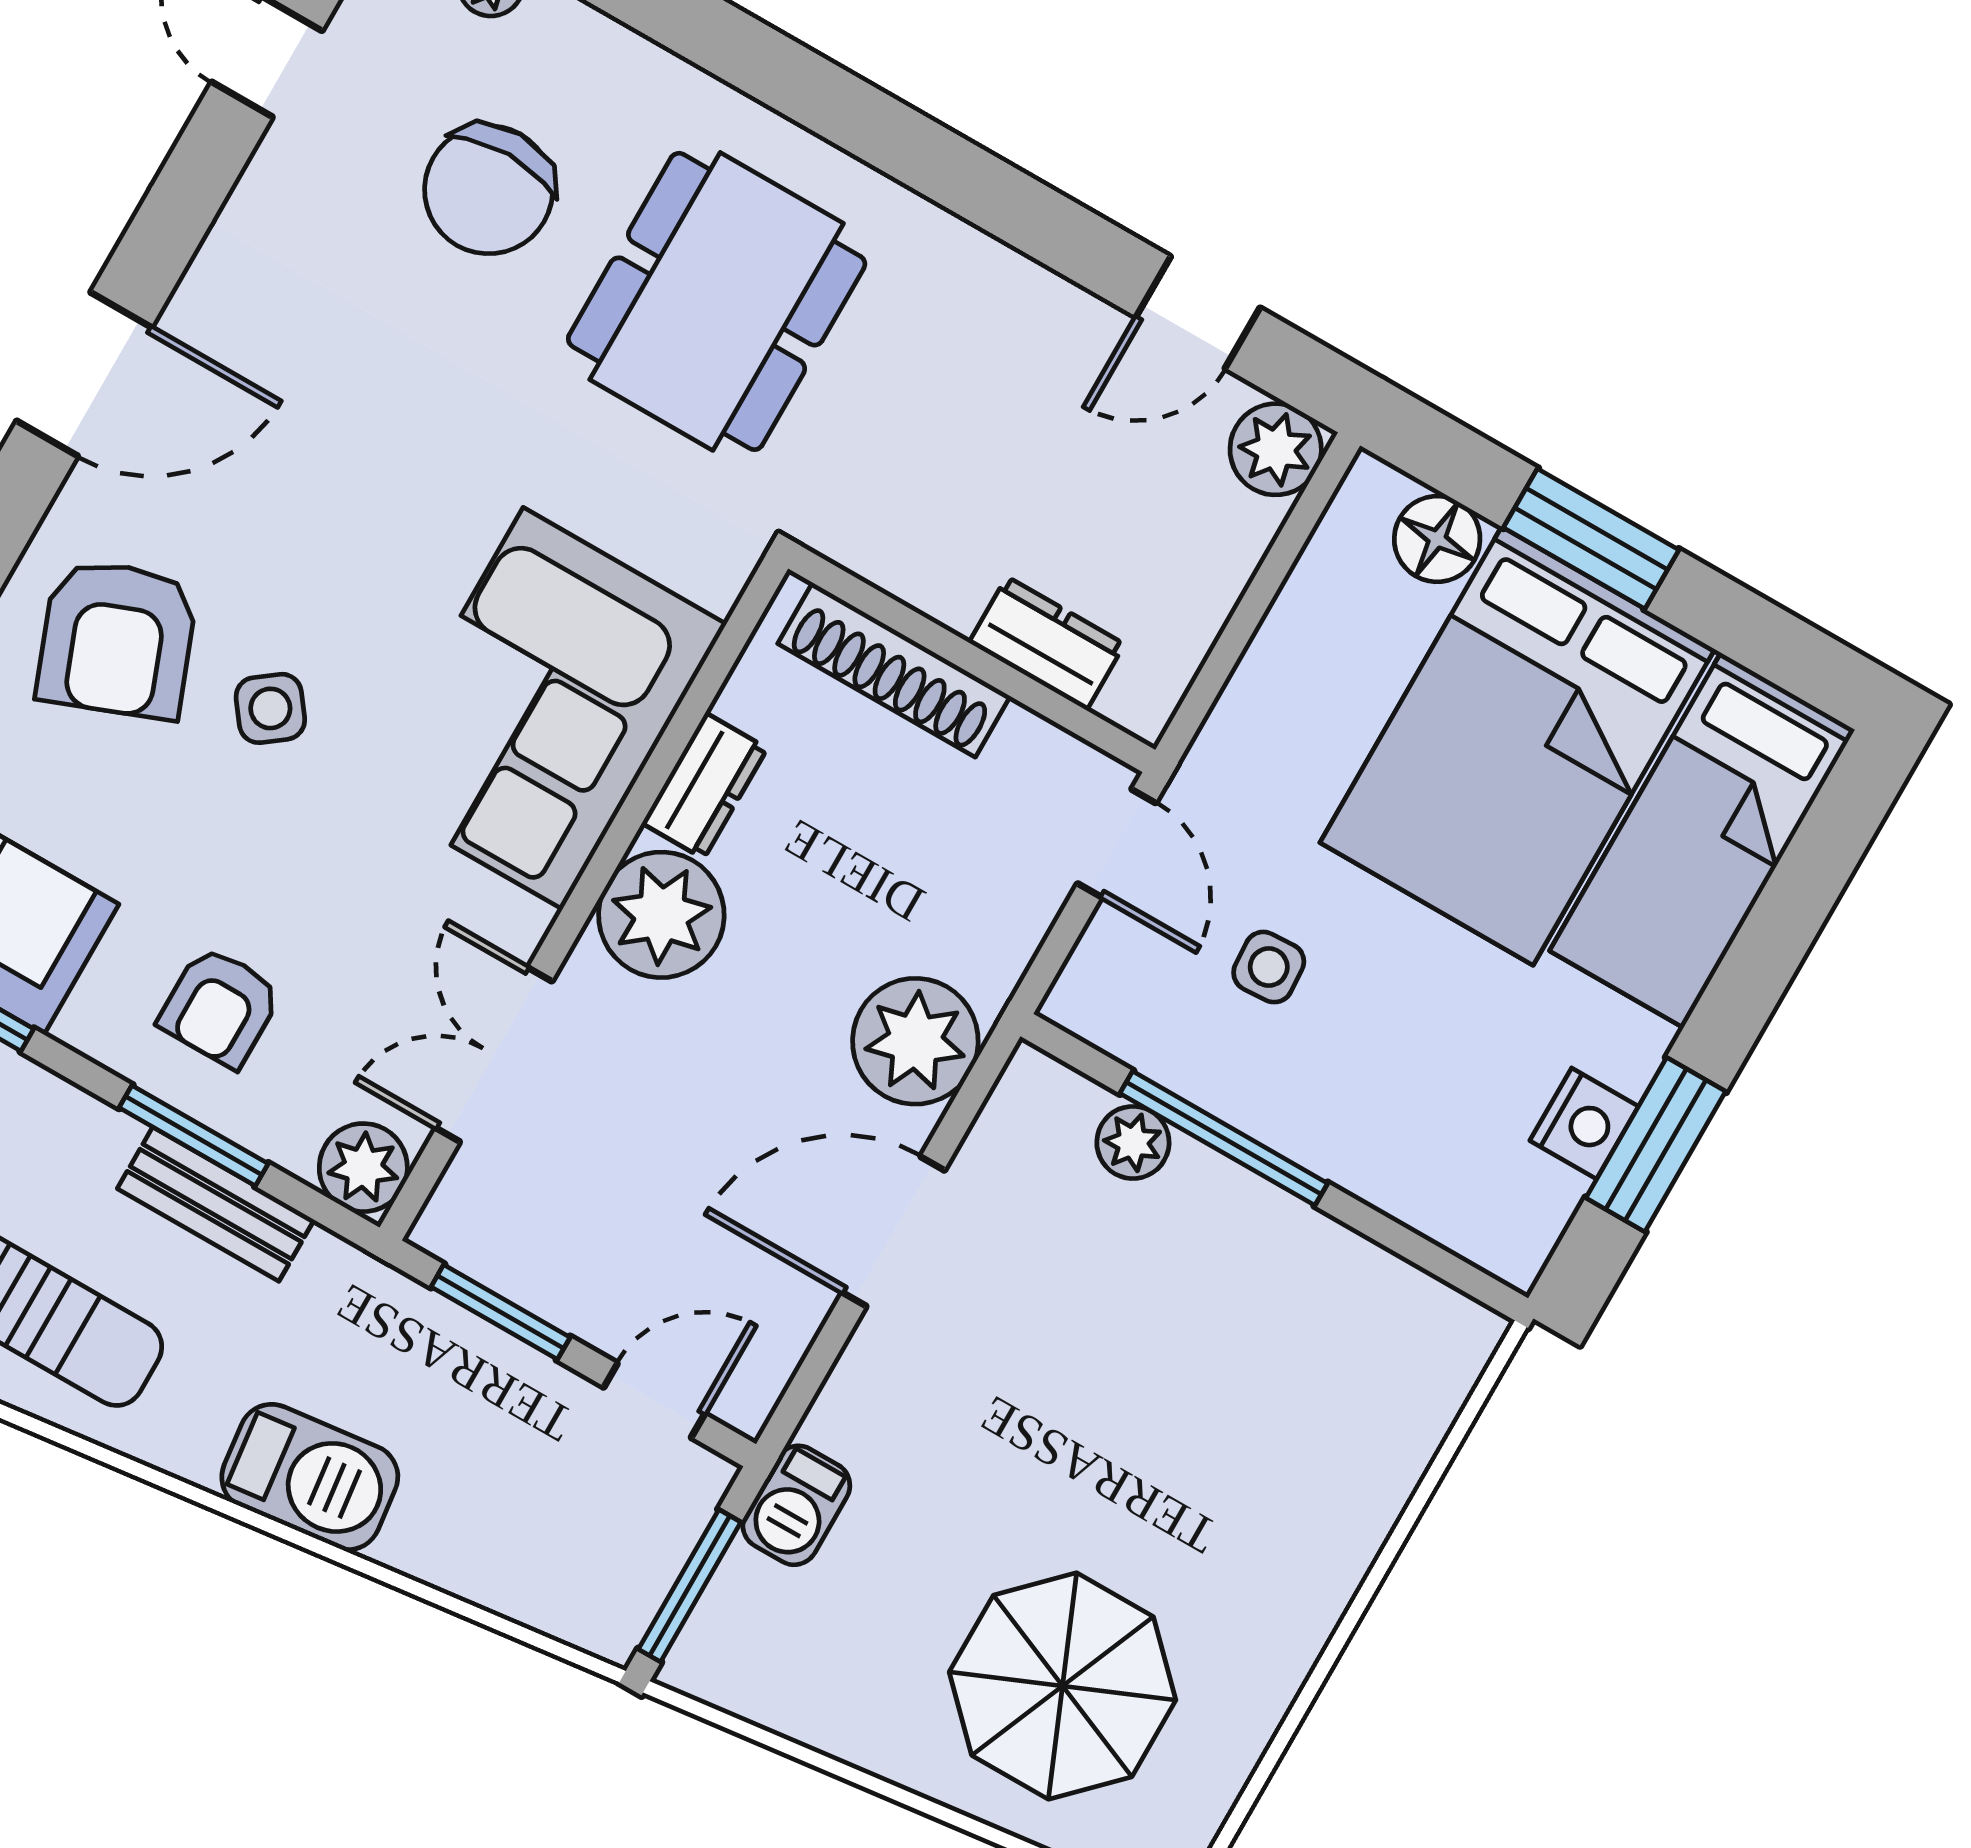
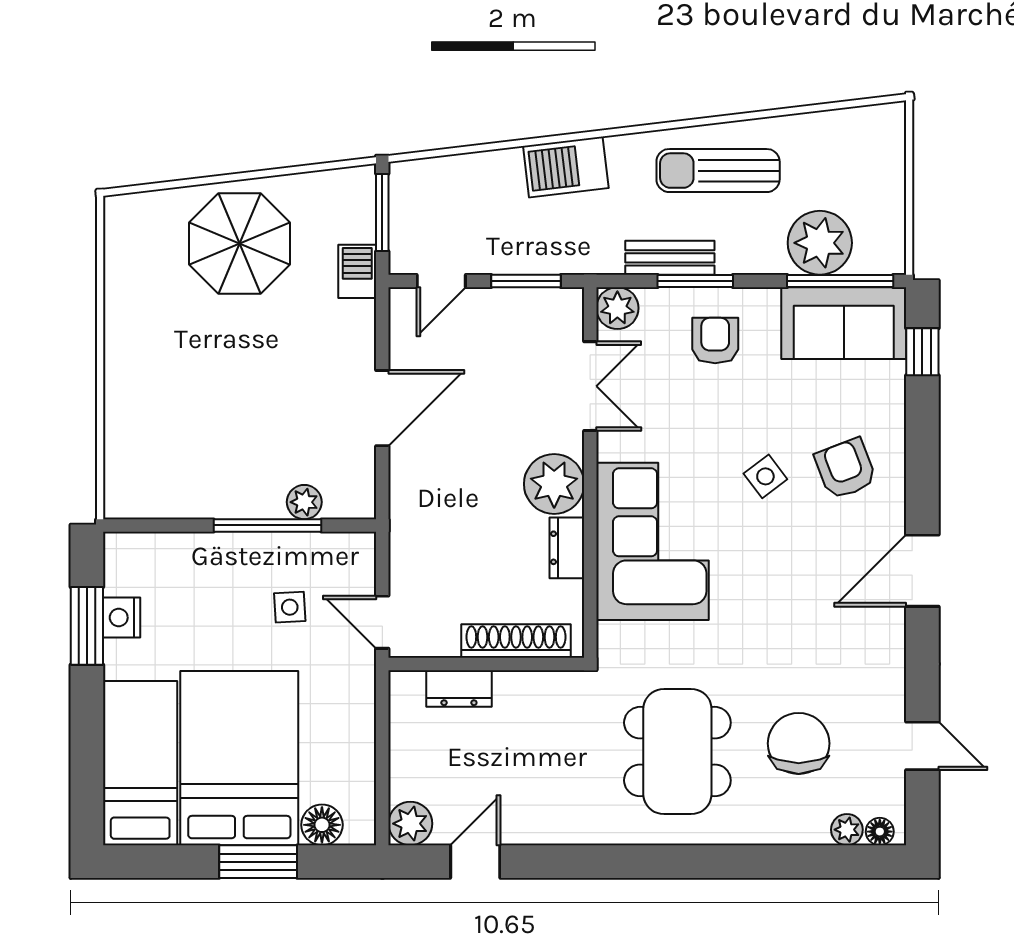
armchair: (117, 639) -> (846, 469), width x0.72, depth x0.72
plant: (915, 1041) -> (419, 492), removed
parasol: (1063, 1686) -> (240, 243), moved

